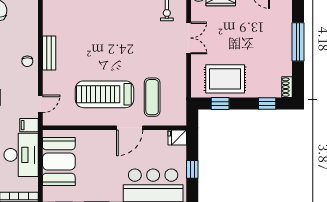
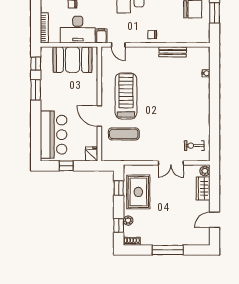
bench: (49, 53) -> (173, 52), moved
plant: (261, 92) -> (128, 221), added

